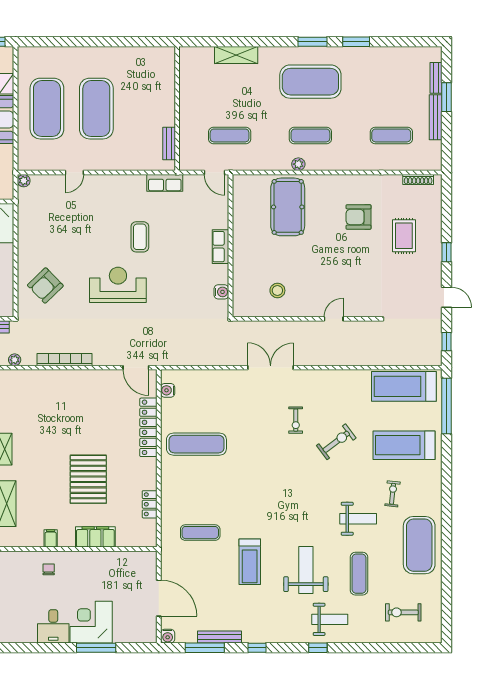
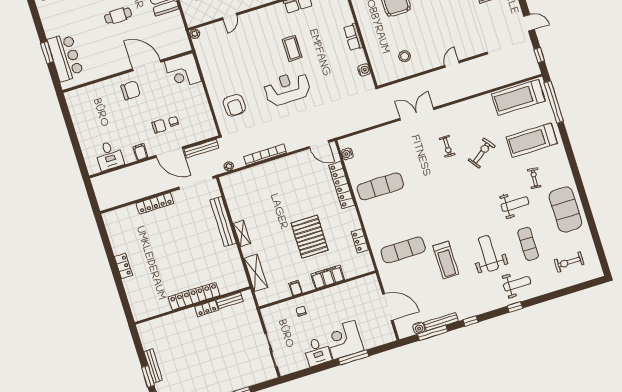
armchair: (45, 285) -> (234, 105), turned -47
exercise mat: (200, 533) -> (403, 250), width x1.36, depth x1.45
water cooler: (168, 636) -> (419, 328), moved

